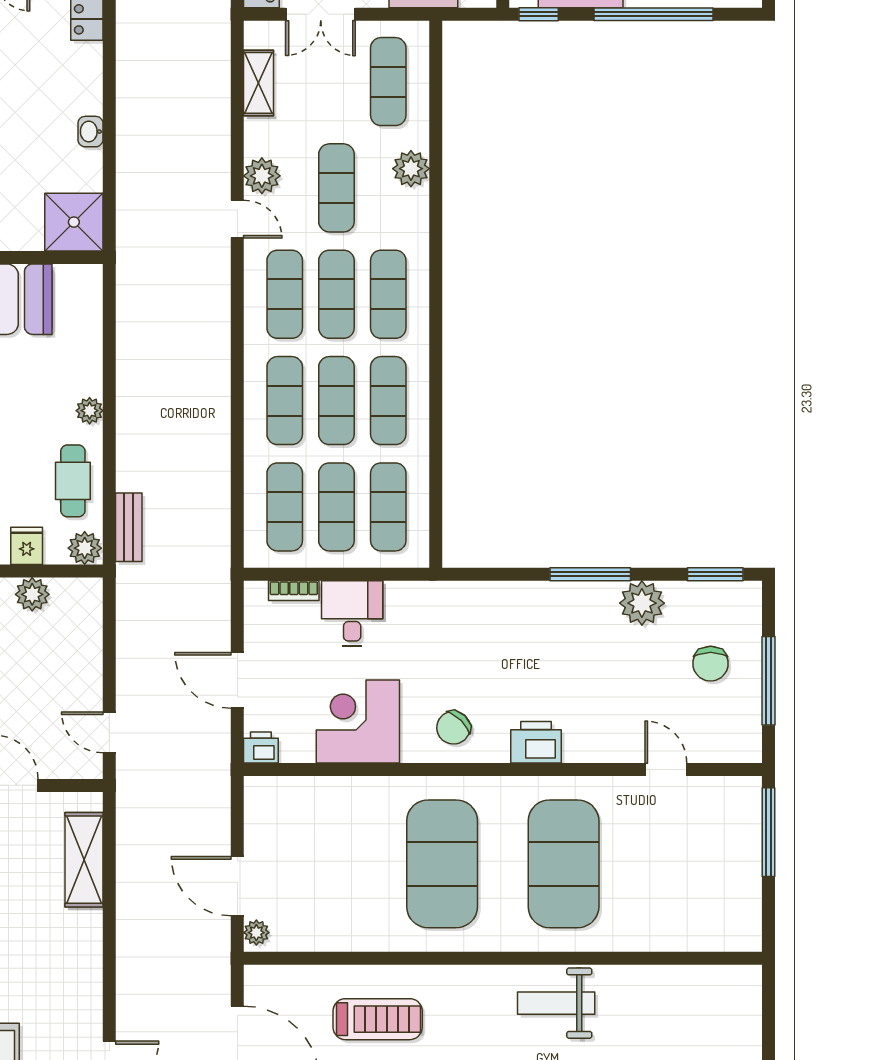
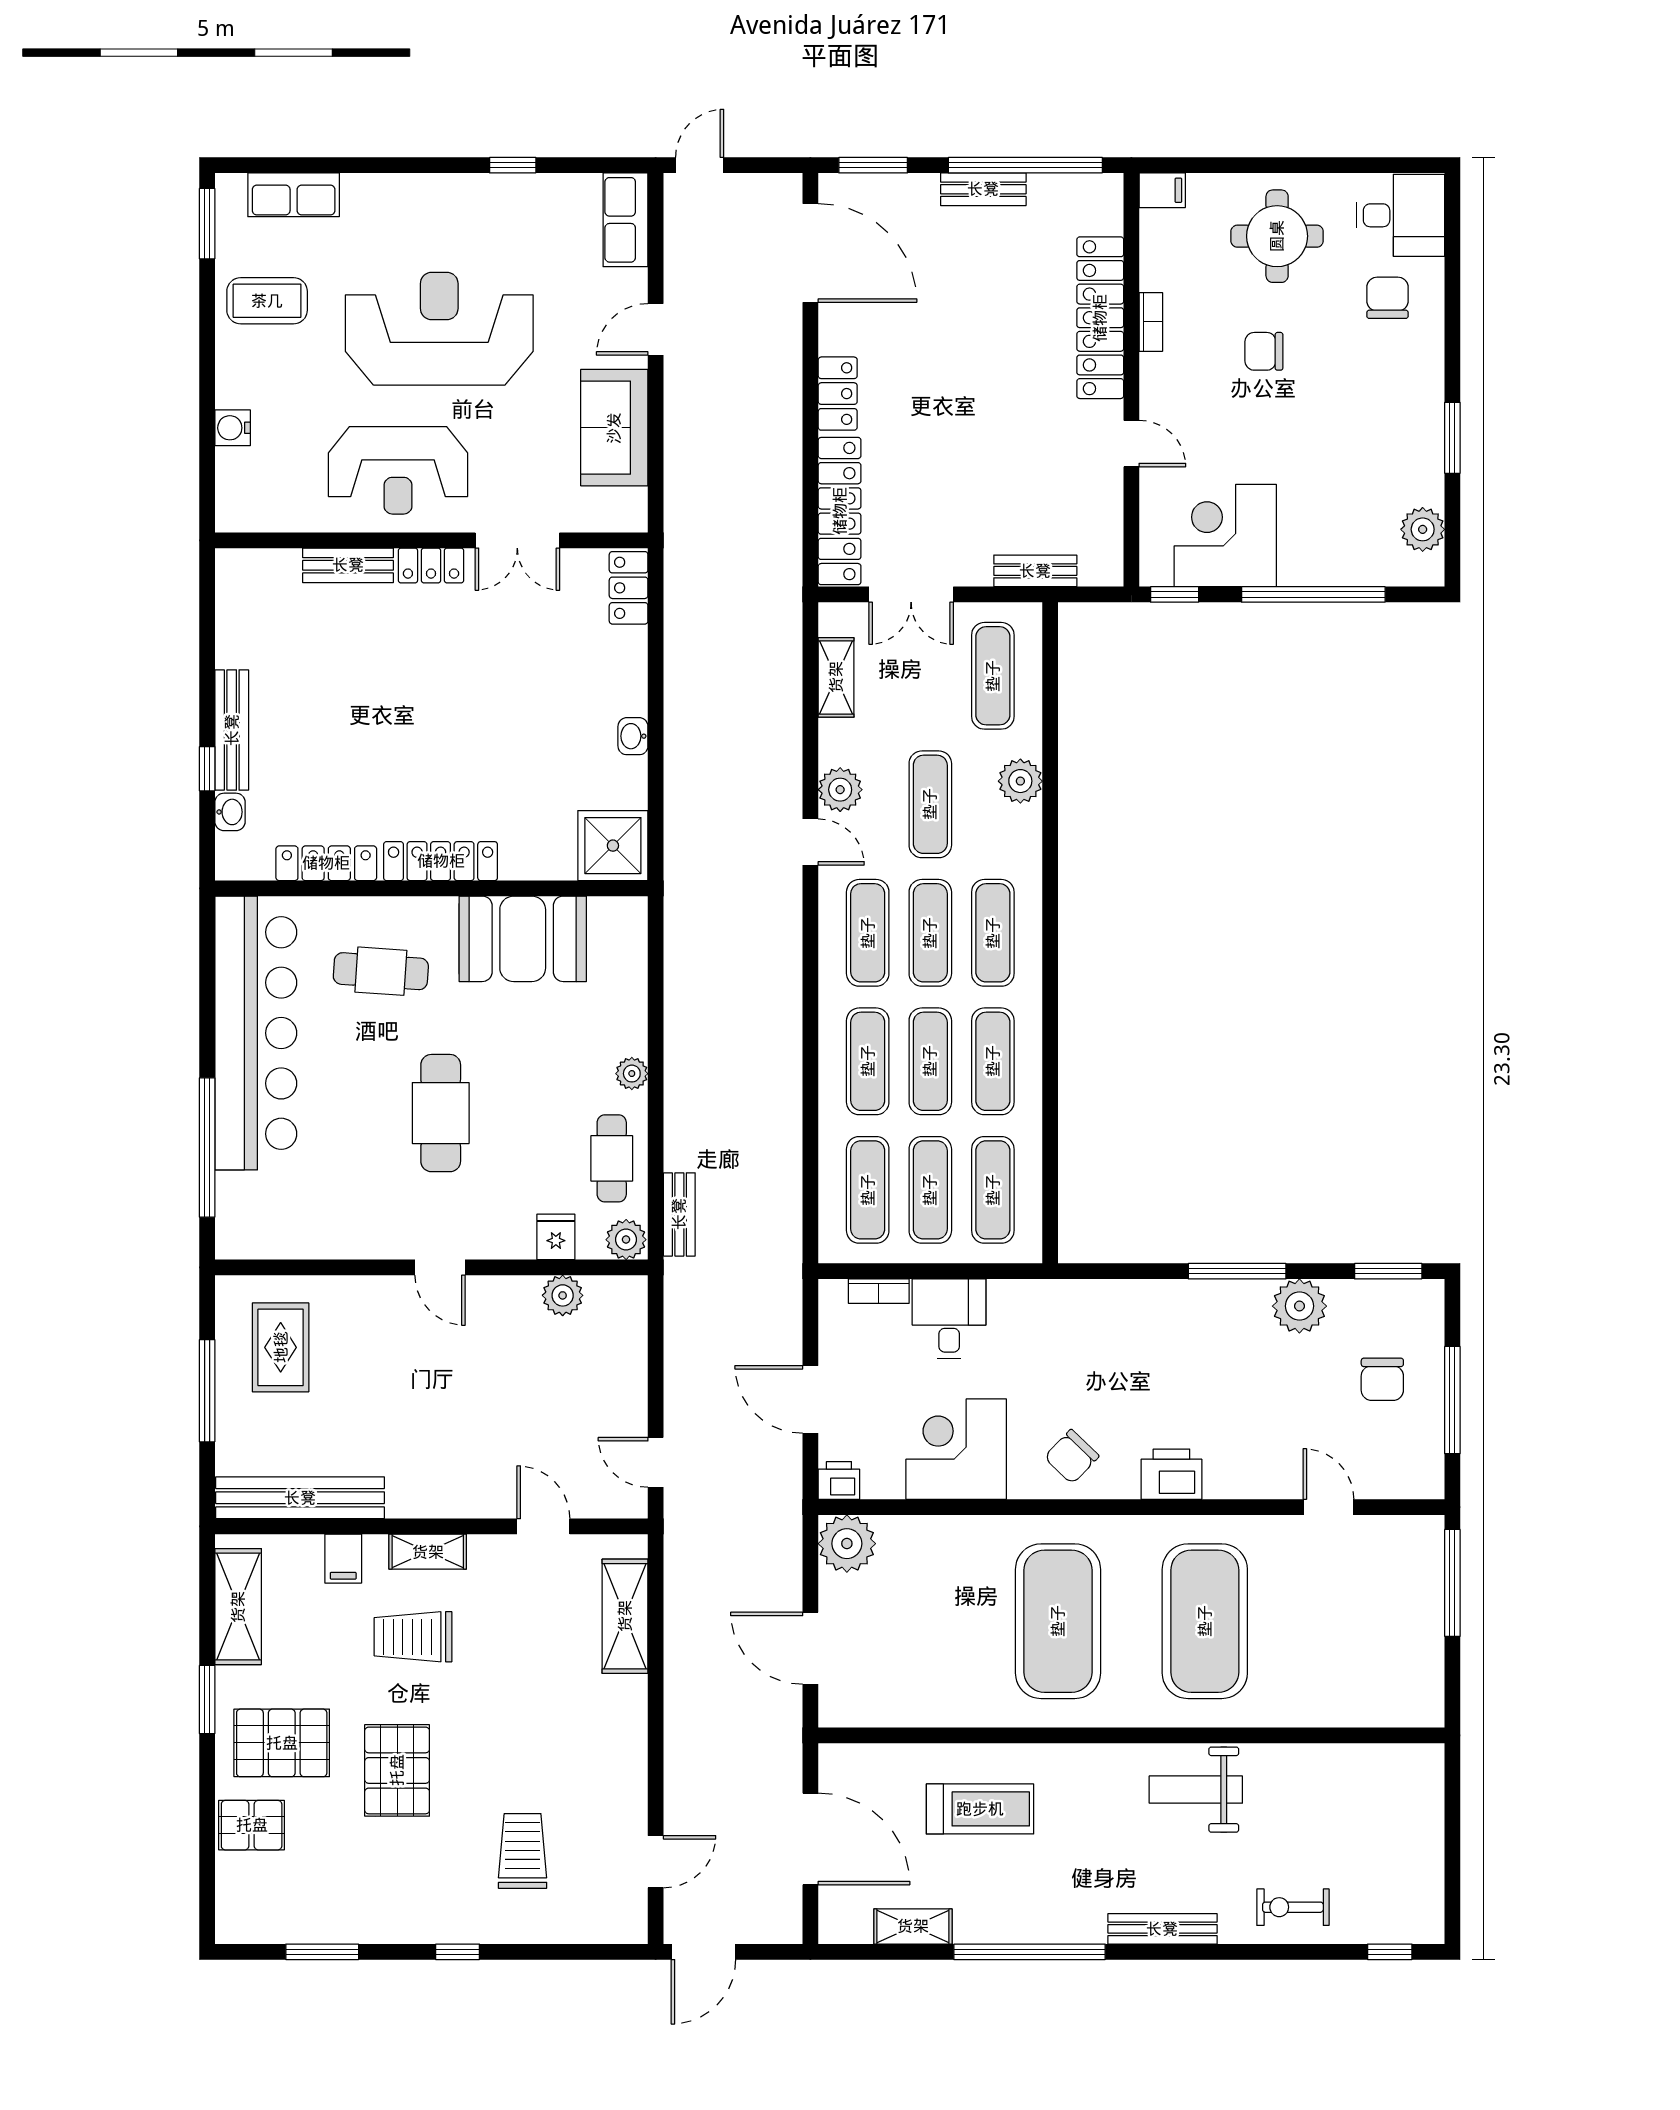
plant: (256, 933) -> (847, 1544), moved, width x1.88, depth x1.88

